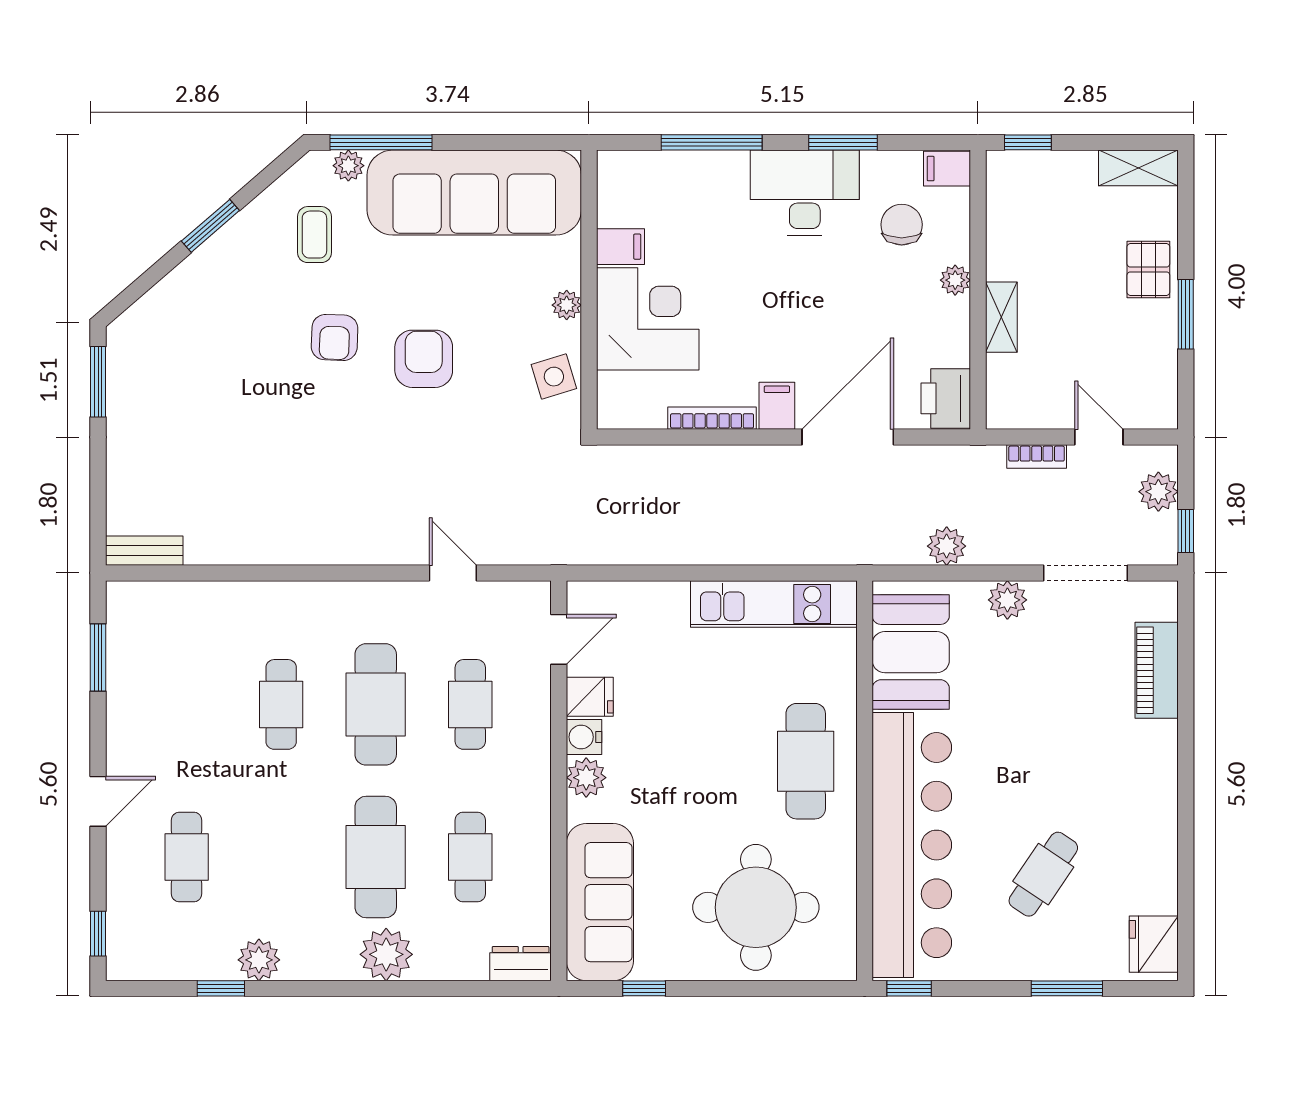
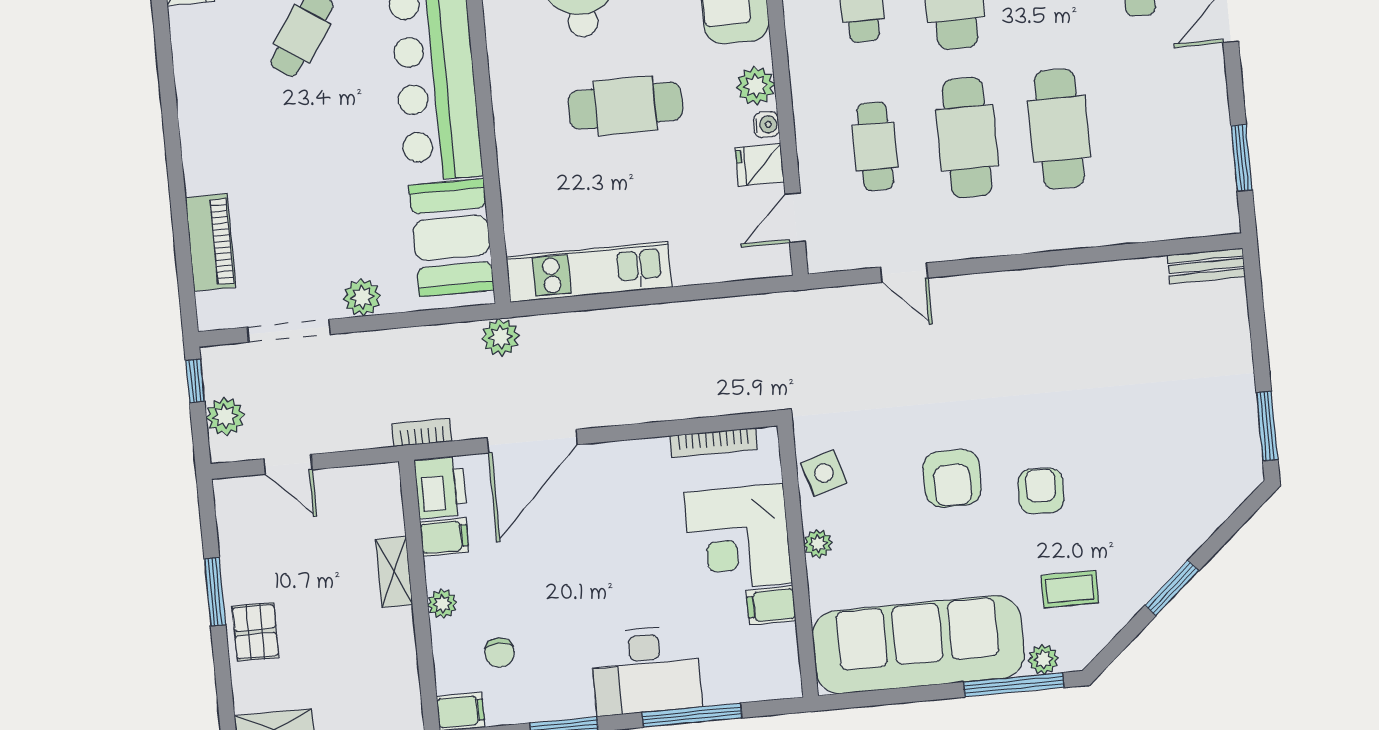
desk: (805, 193) -> (646, 670), moved
chair: (902, 225) -> (500, 653), width x0.73, depth x0.73
coffee table: (314, 235) -> (1070, 589), turned 90
filing cabinet: (777, 406) -> (444, 537), moved, turned -90
bookcase: (712, 418) -> (714, 443), moved
bookcase: (1037, 456) -> (422, 433), moved
plant: (947, 546) -> (501, 337), moved
cafe table: (281, 704) -> (1059, 129), width x1.37, depth x1.35
water cooler: (584, 737) -> (766, 125), width x0.72, depth x0.72
cafe table: (806, 761) -> (625, 106), moved, turned 90

